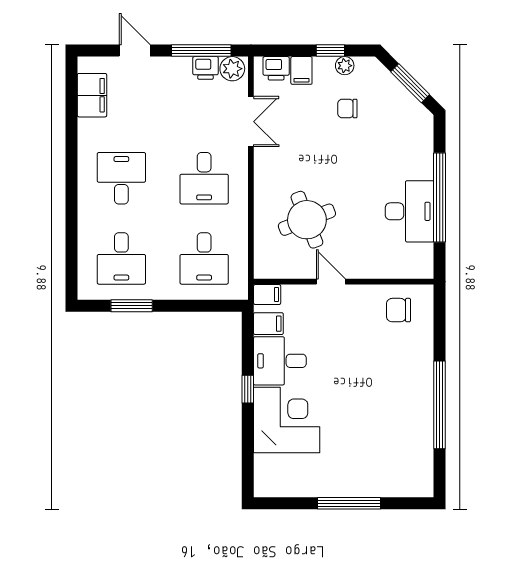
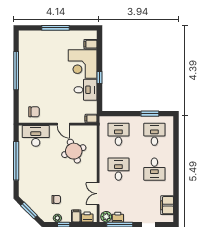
desk: (410, 211) -> (36, 136), moved, turned 90
filing cabinet: (268, 324) -> (91, 44), moved

